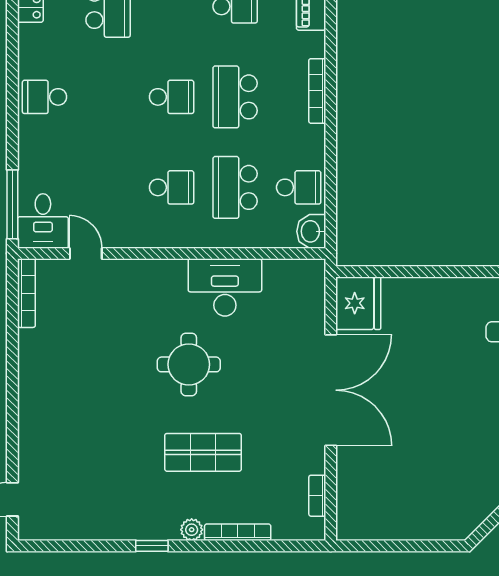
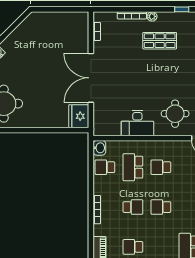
school desk: (235, 97) -> (133, 207), width x0.54
school desk: (235, 187) -> (133, 167), turned 180
round table: (189, 364) -> (175, 114), moved
shop shelf: (203, 452) -> (160, 41), moved
window: (152, 546) -> (182, 9), moved

